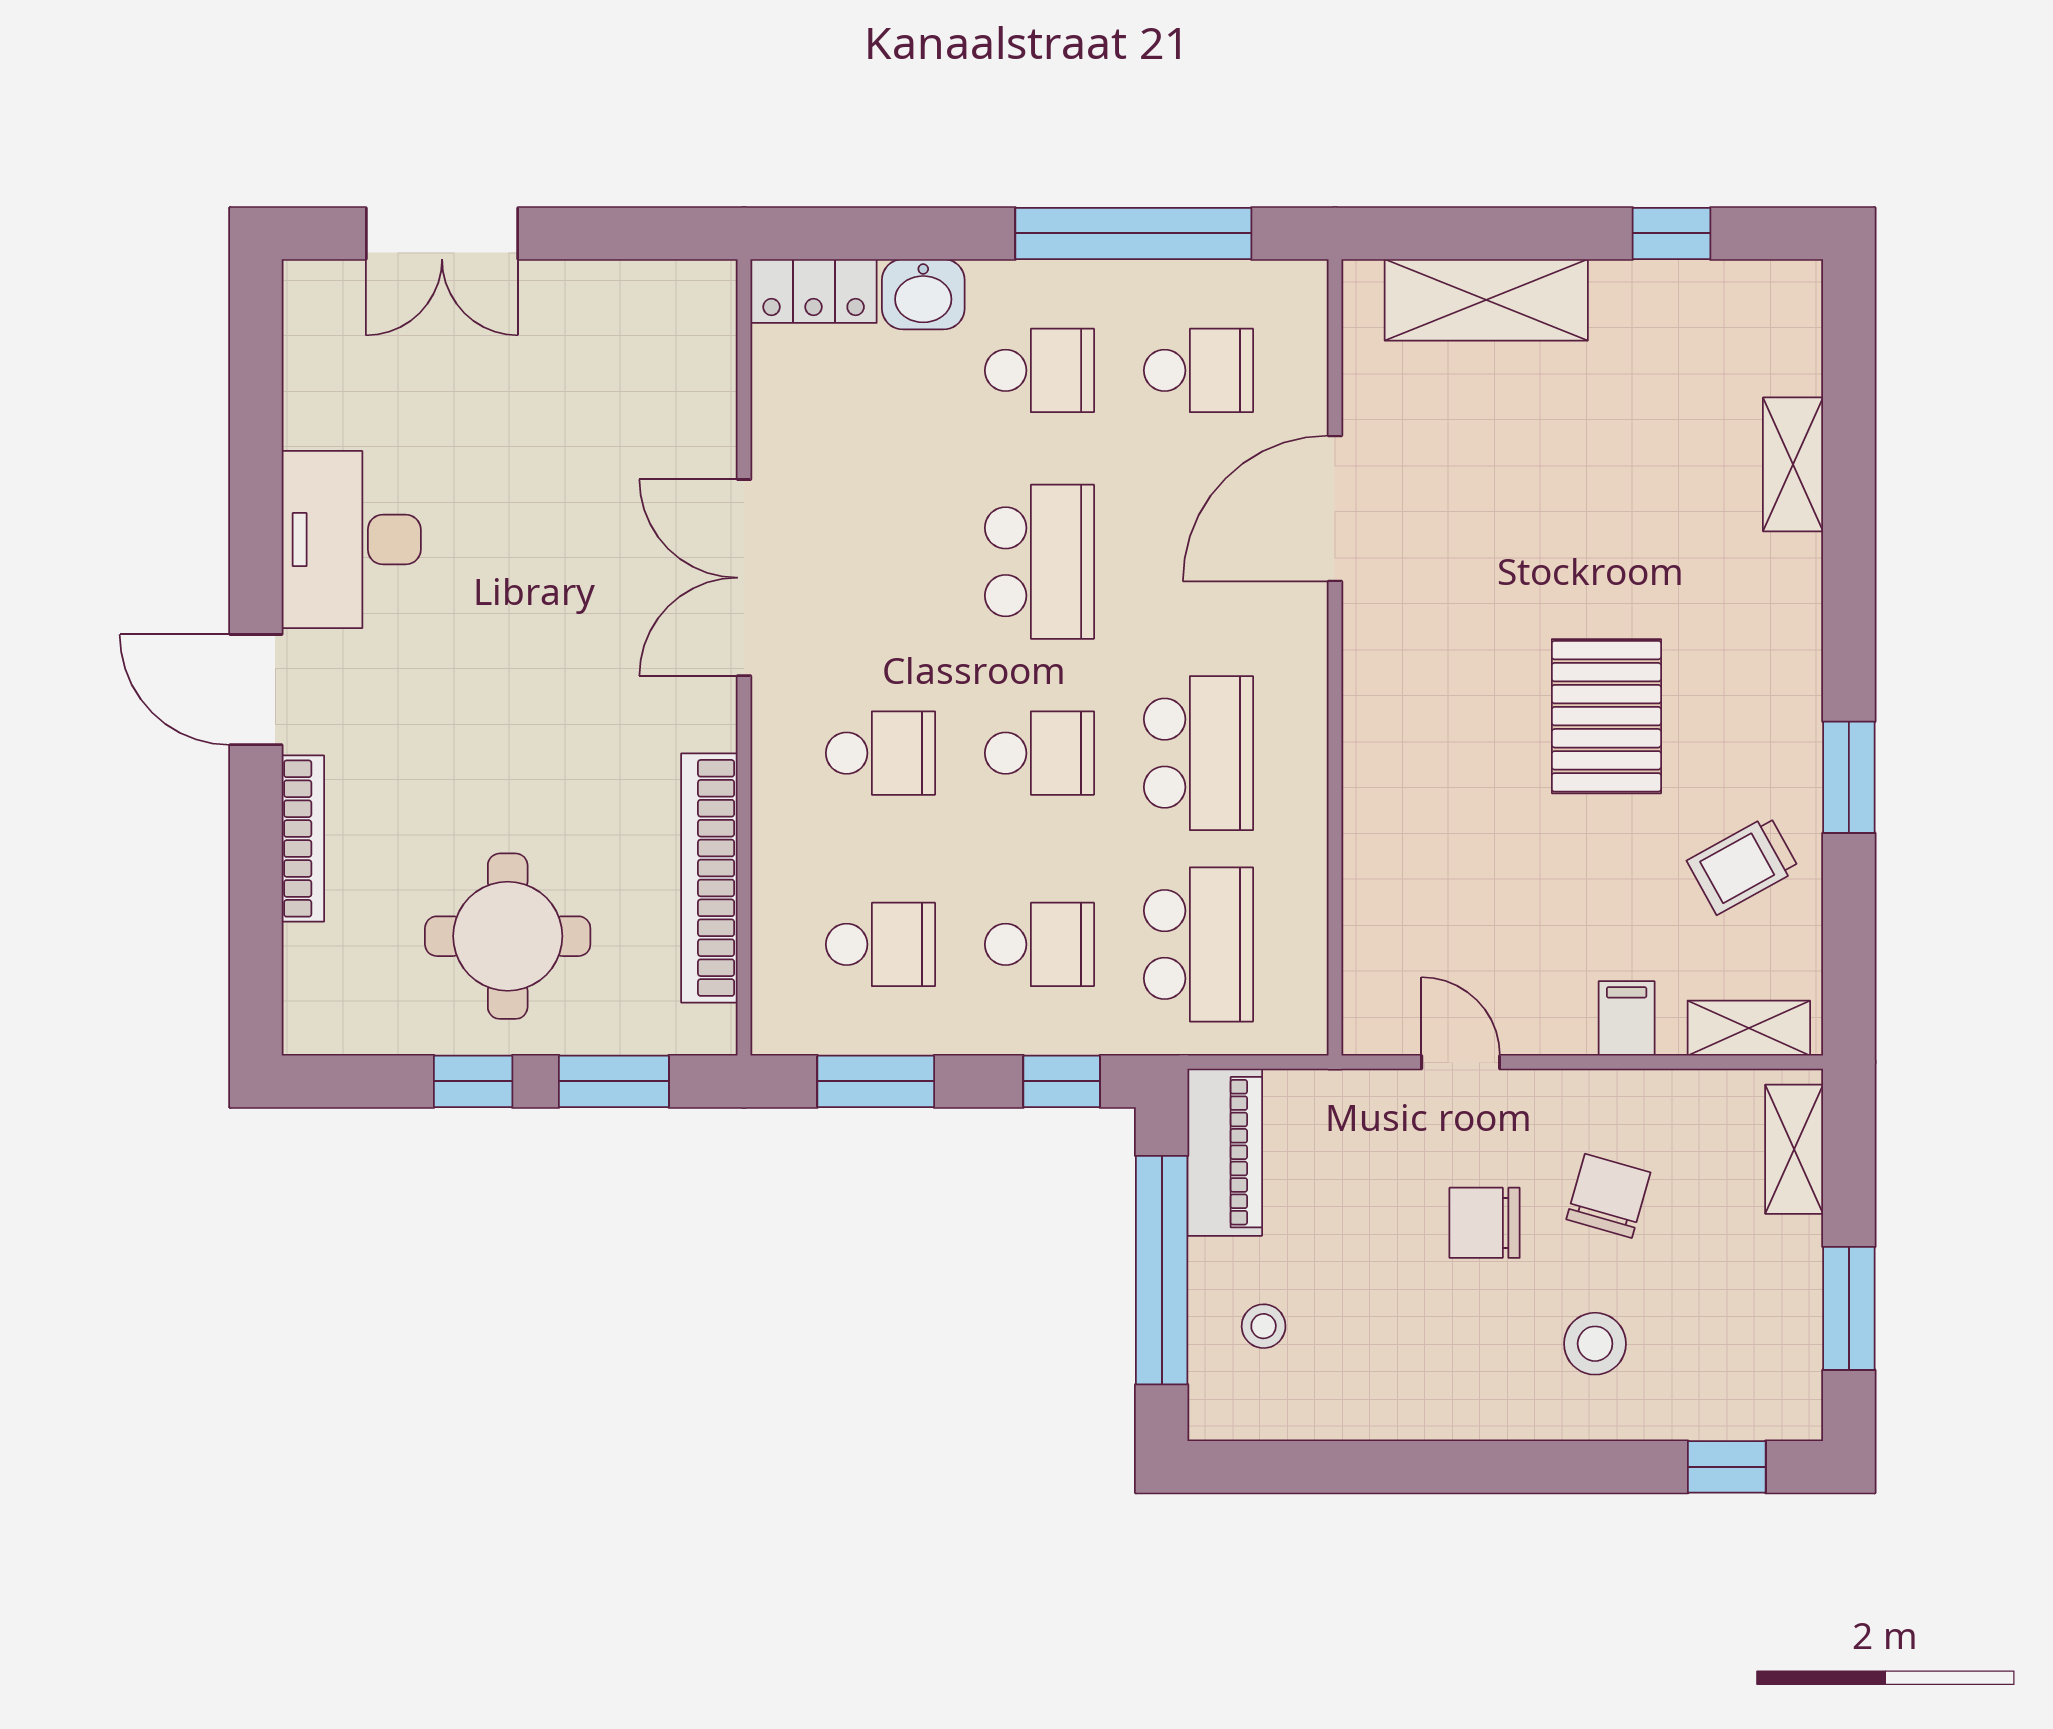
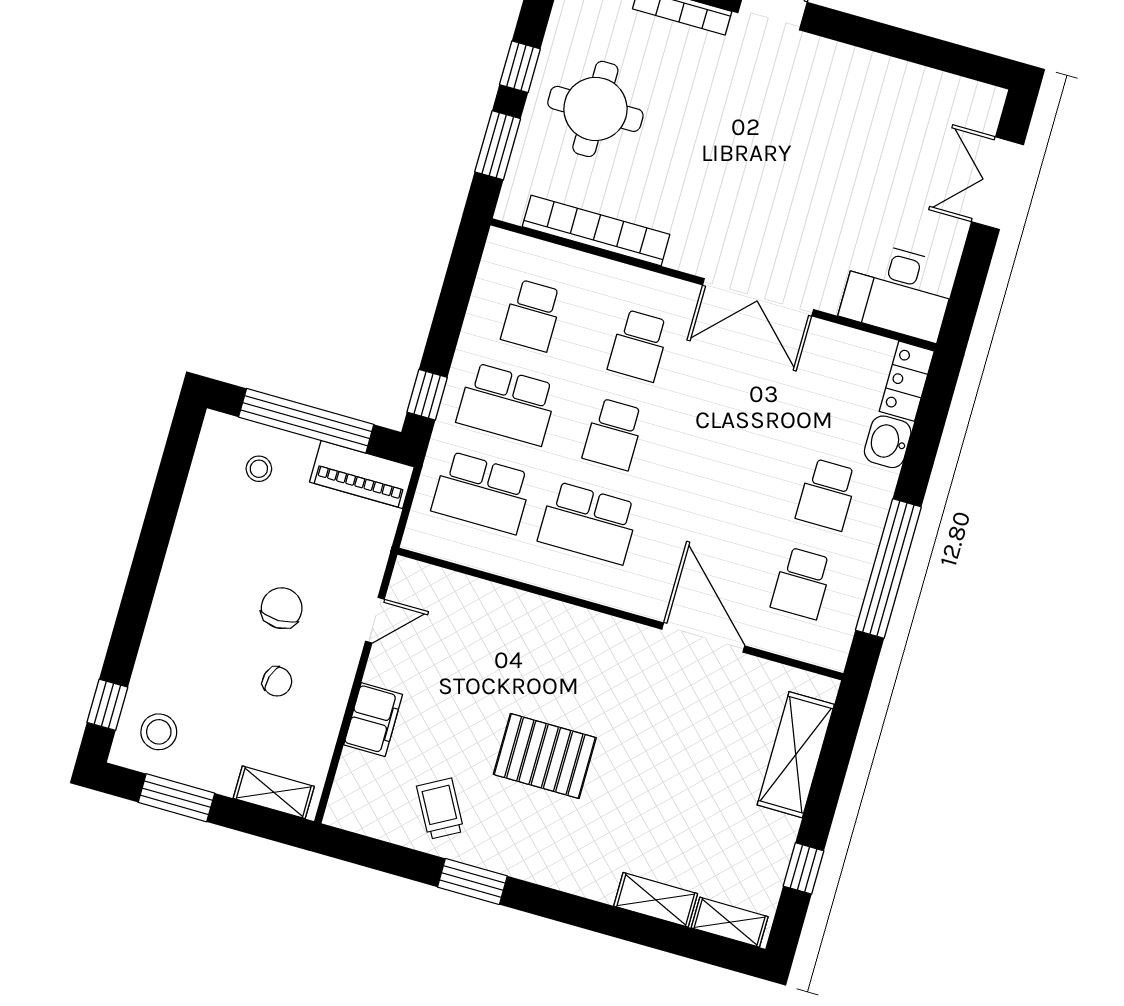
desk: (351, 540) -> (898, 291), moved, turned 180
school desk: (1040, 562) -> (720, 464), removed
double door: (744, 578) -> (758, 297), swing flipped
school desk: (1040, 944) -> (507, 404), width x1.85
filing cabinet: (1627, 1018) -> (373, 720), width x2.00
shelving: (1749, 1028) -> (730, 922), moved, turned 90
window: (876, 1081) -> (456, 291), removed
chair: (1608, 1196) -> (277, 681), width x0.73, depth x0.73
stool: (1595, 1344) -> (159, 732), moved

